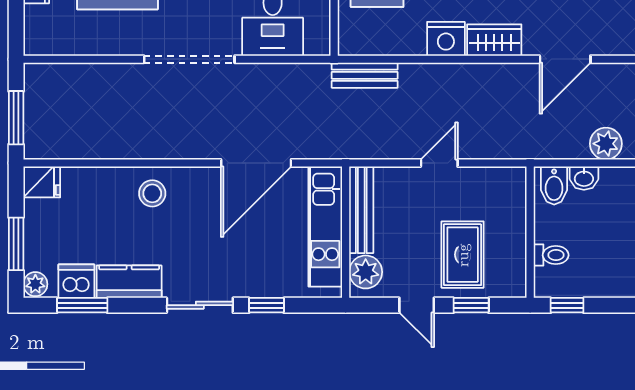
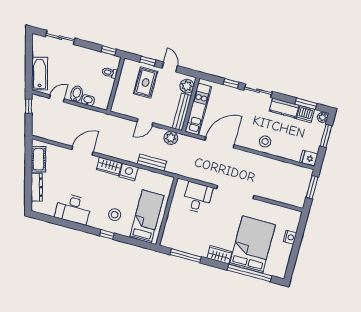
bench: (365, 75) -> (152, 162), moved
plant: (606, 144) -> (171, 138), moved
bidet: (554, 186) -> (76, 94), moved

